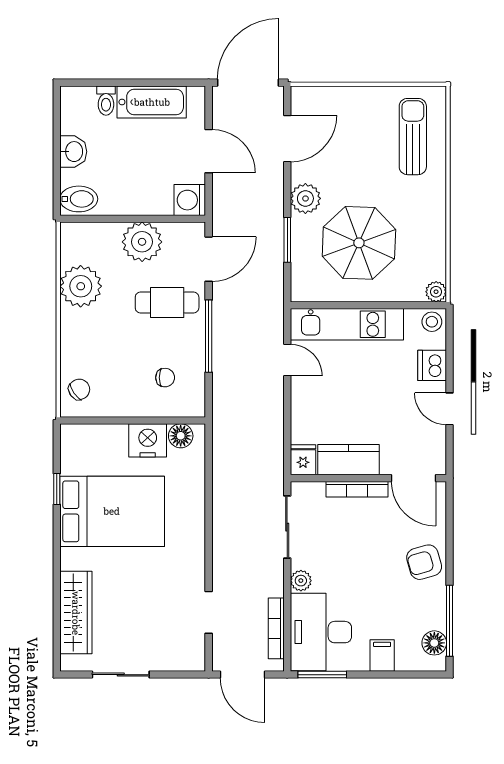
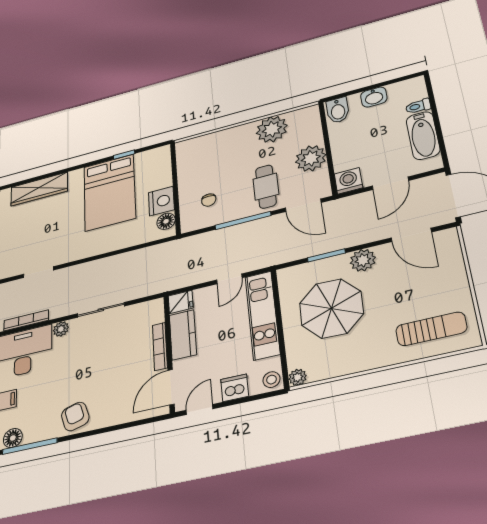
chair: (79, 389) -> (196, 149), removed
fridge: (303, 460) -> (181, 302), moved
kitchen counter: (348, 460) -> (183, 335), moved
wall: (368, 478) -> (169, 353), moved
door: (414, 478) -> (171, 387), moved
bookcase: (357, 489) -> (160, 346), moved

